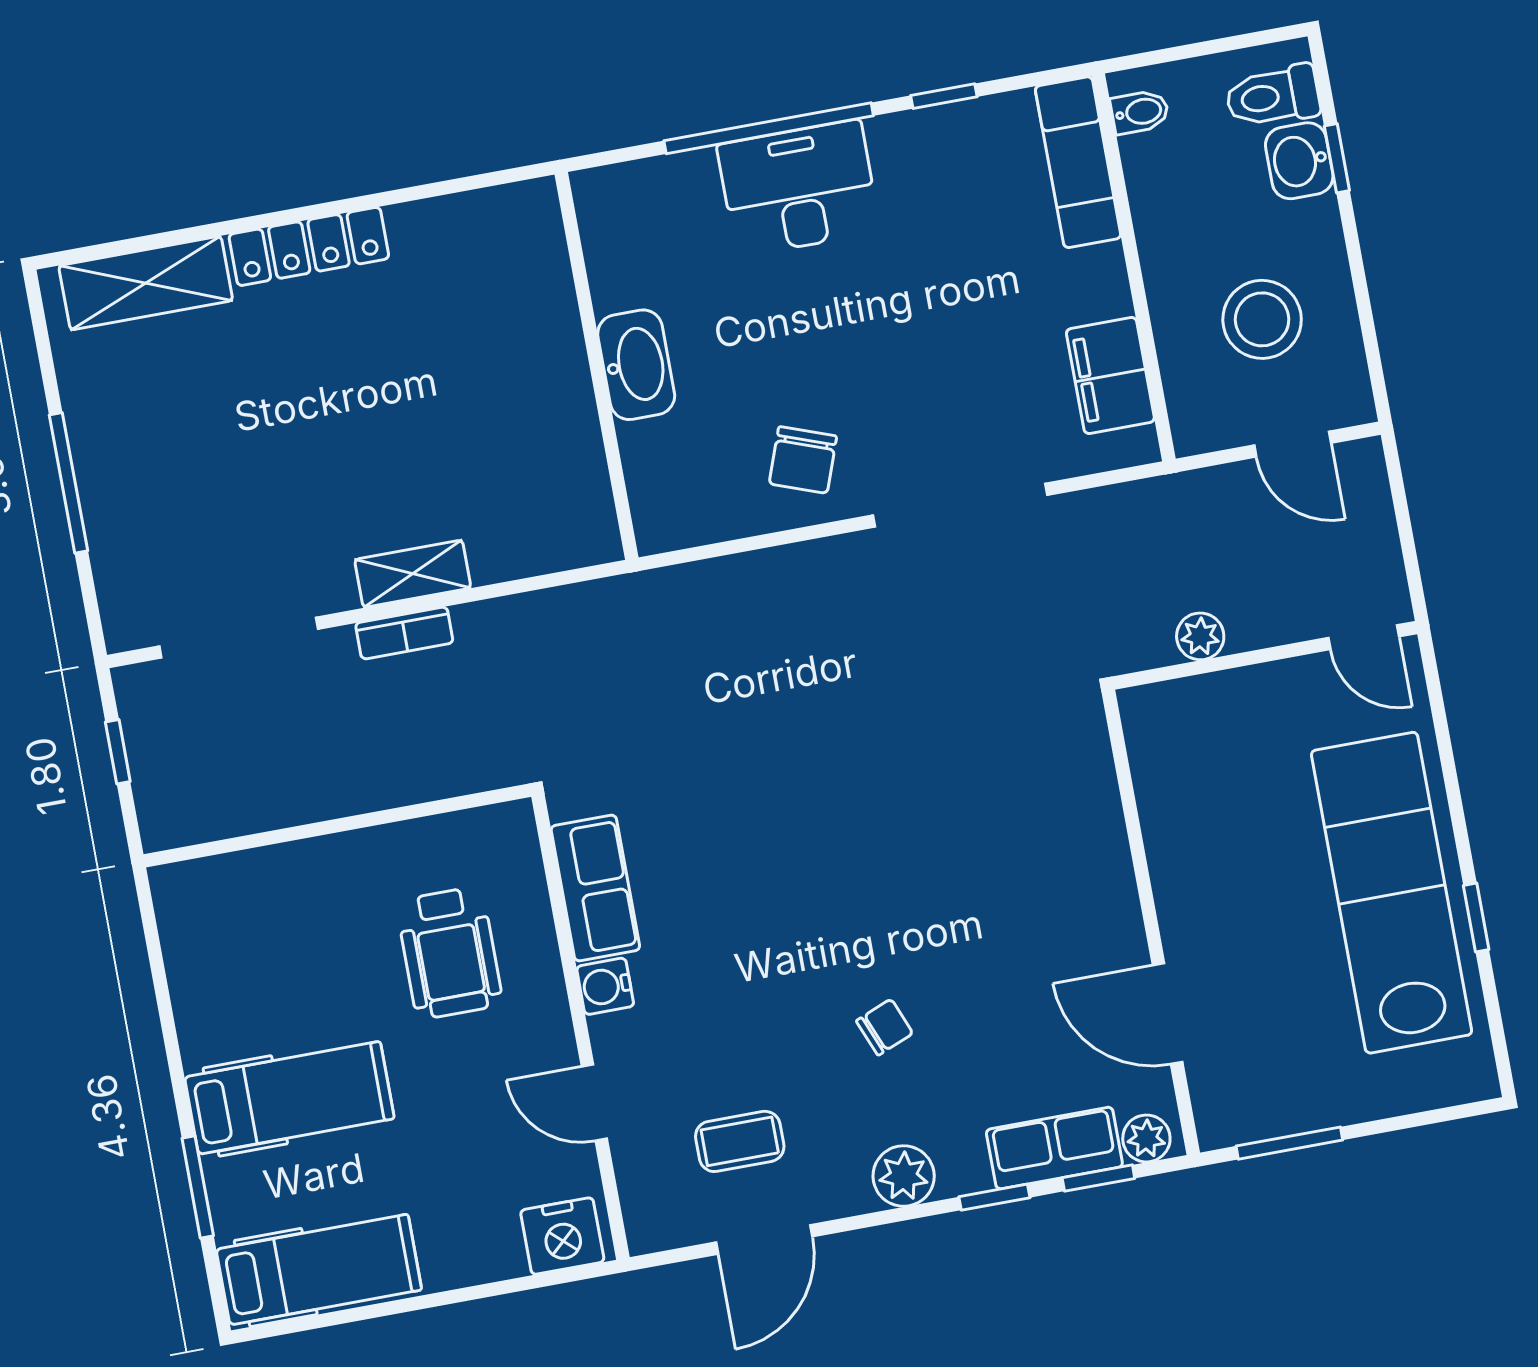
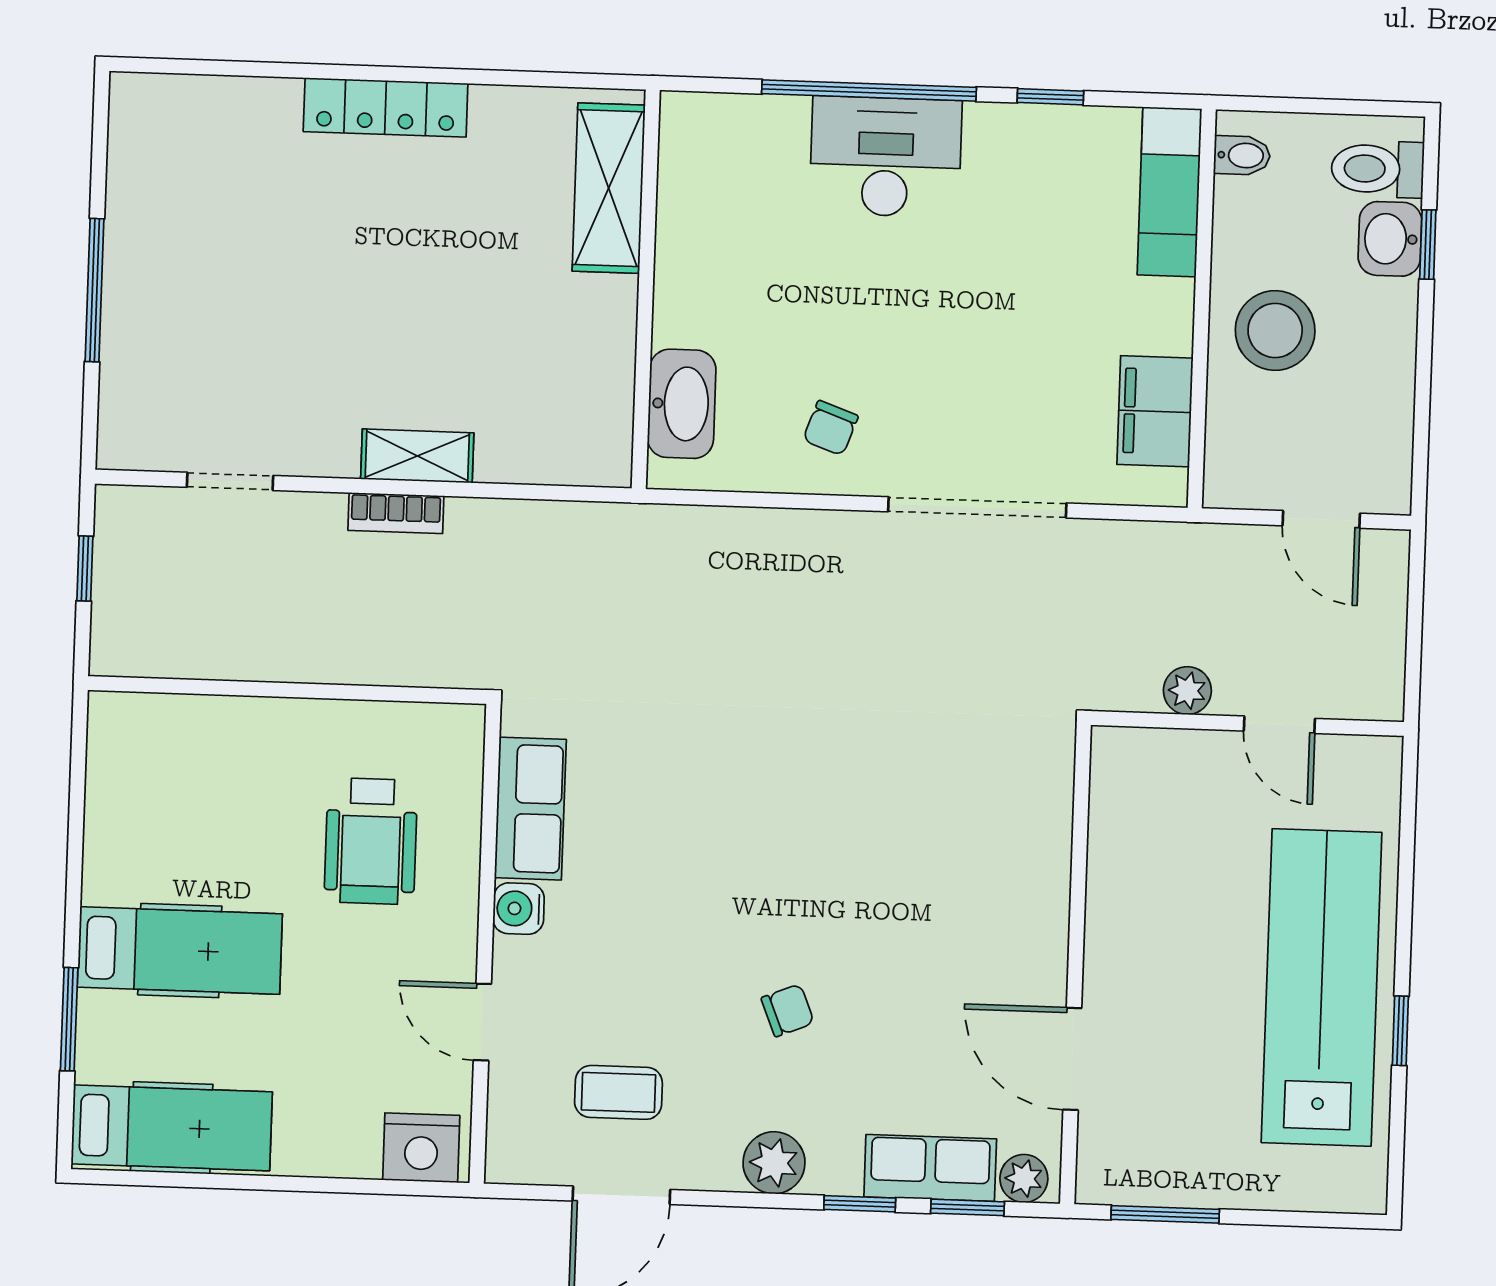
shelving: (146, 283) -> (609, 188), moved, turned 90
stool: (1262, 319) -> (1275, 331), moved
washbasin: (636, 365) -> (682, 404), moved
chair: (803, 460) -> (830, 428), width x0.73, depth x0.73
door: (1364, 637) -> (1279, 725), moved
doorway: (239, 638) -> (230, 481), width x0.53

